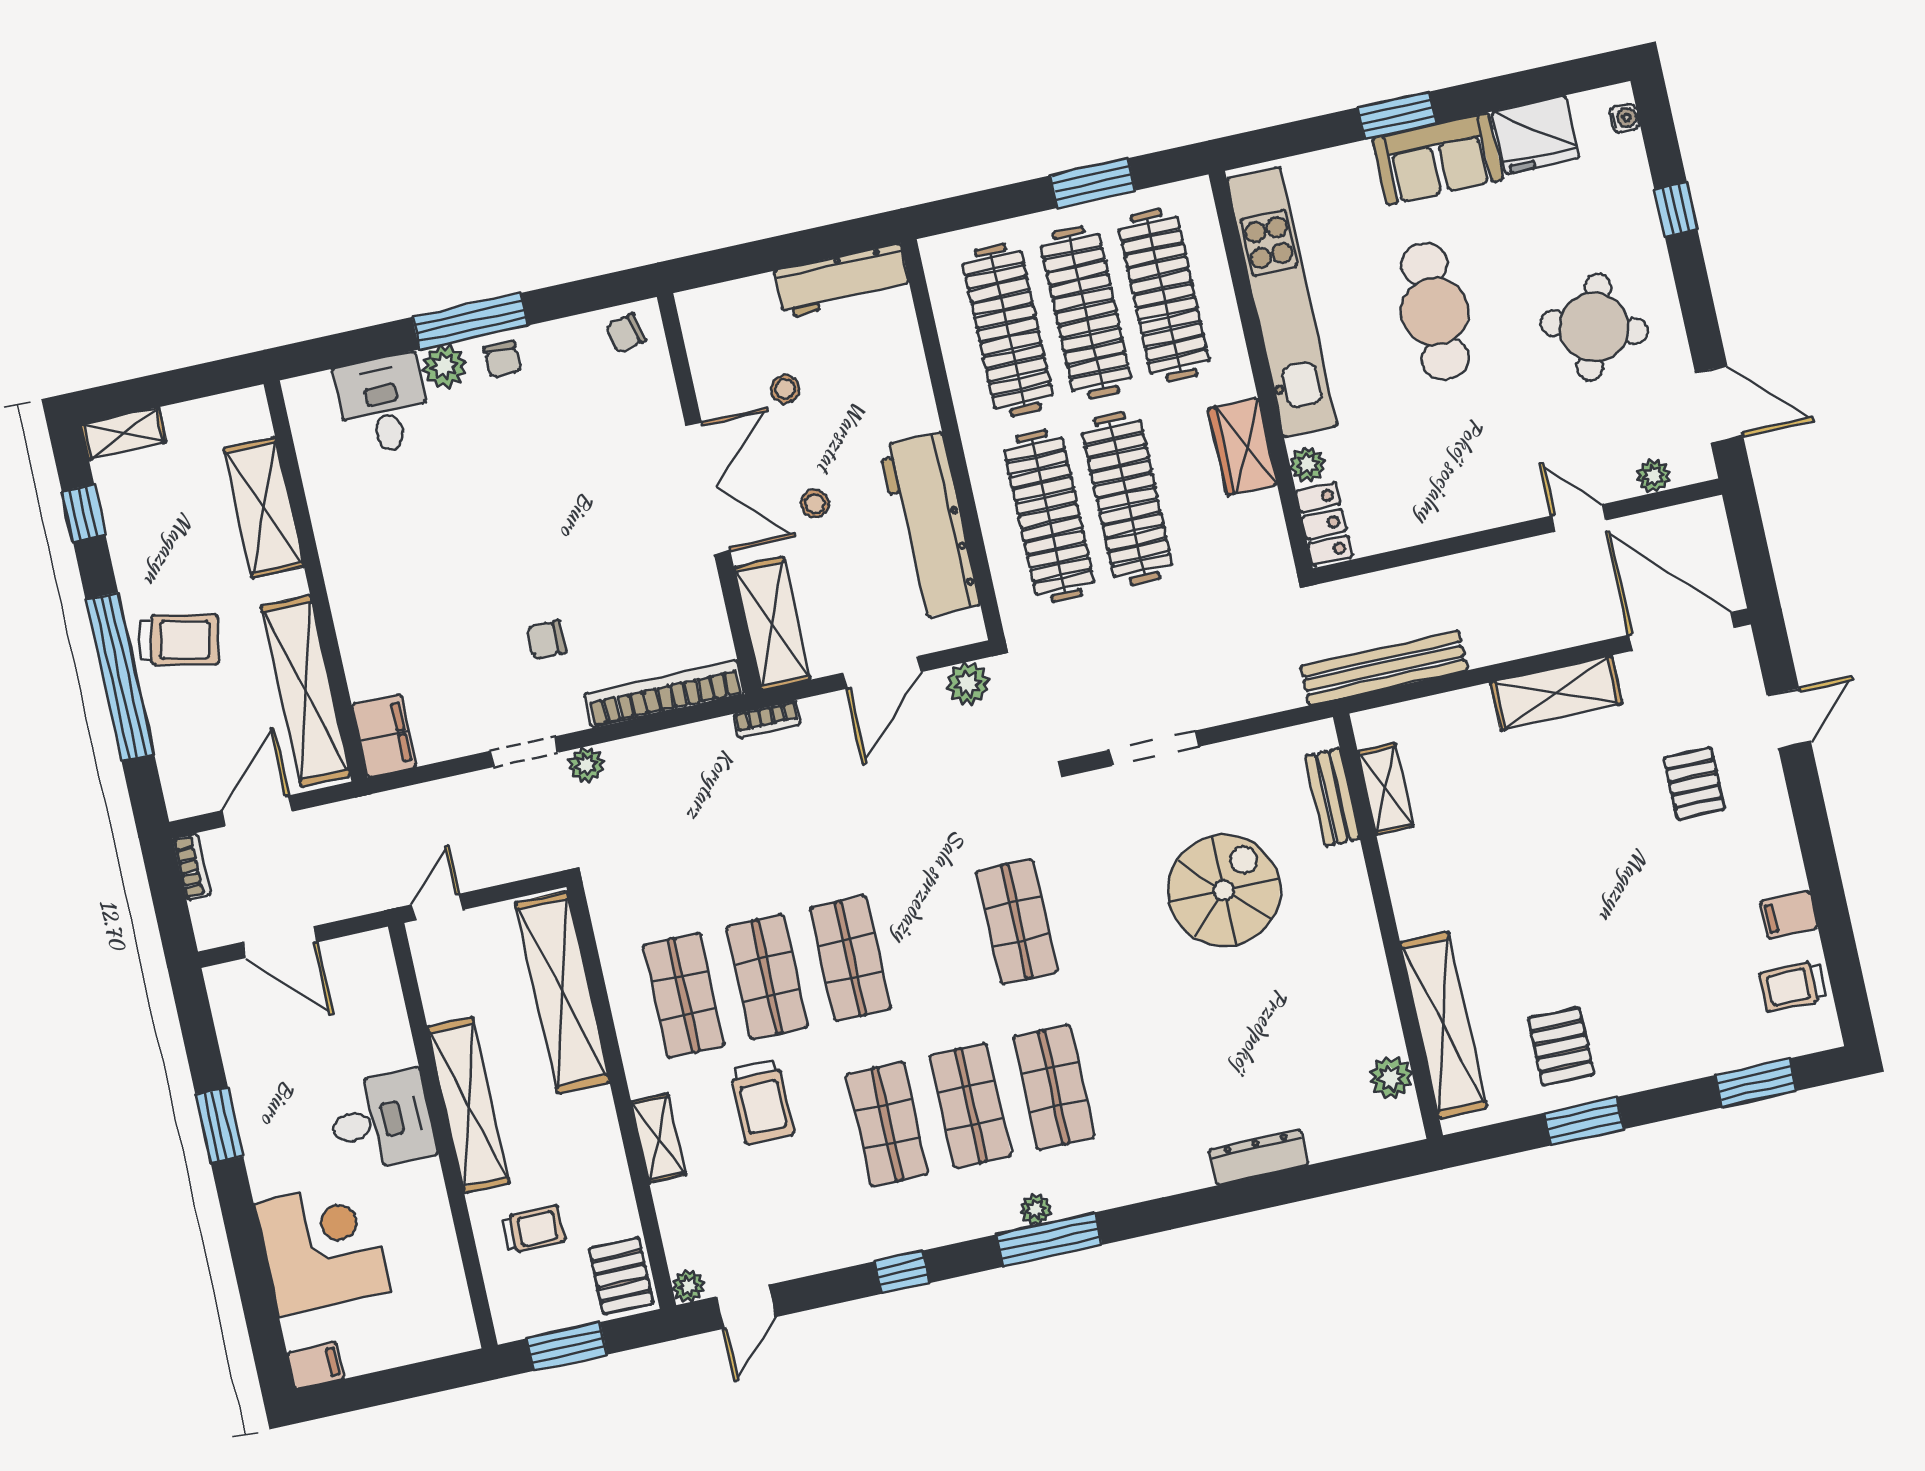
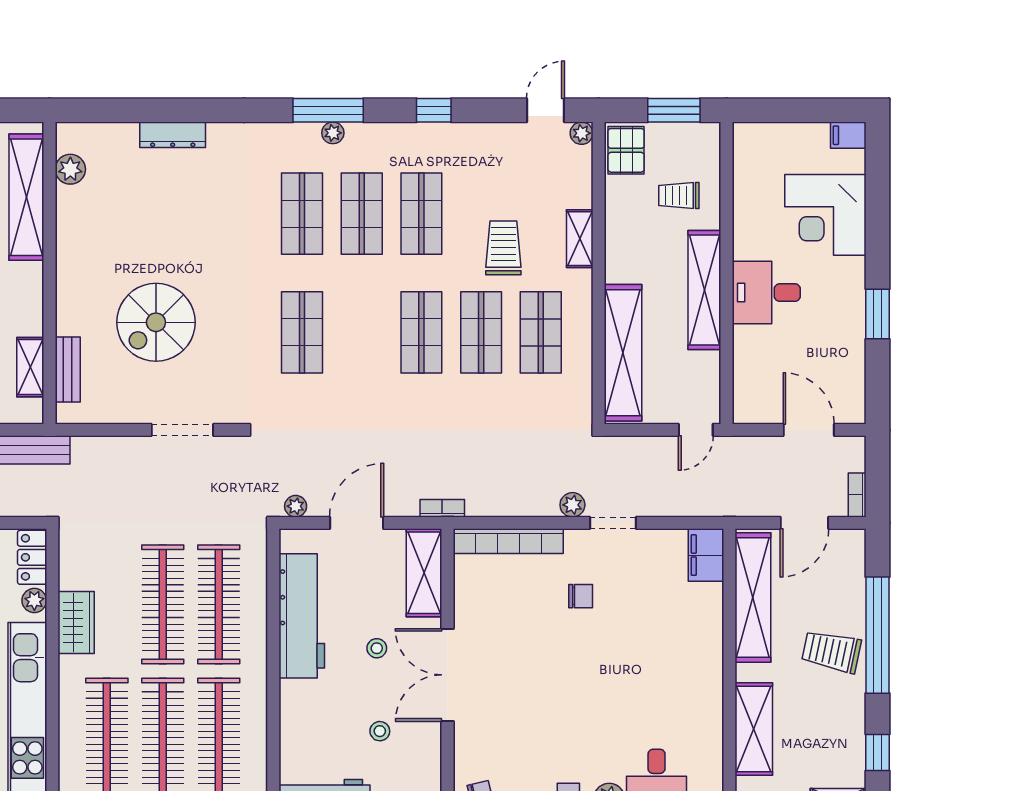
plant: (968, 684) -> (296, 506), width x0.73, depth x0.73

